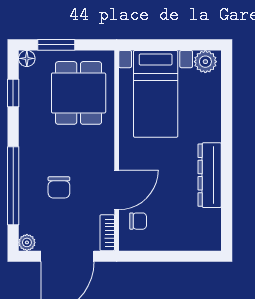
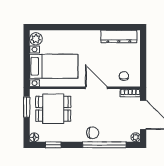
window: (56, 45) -> (27, 107), moved
dresser: (210, 175) -> (119, 36), moved
chair: (59, 187) -> (93, 133), moved
door: (117, 190) -> (96, 88), moved

